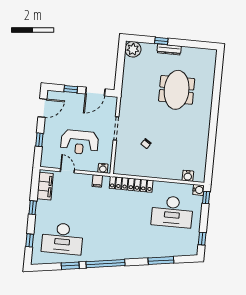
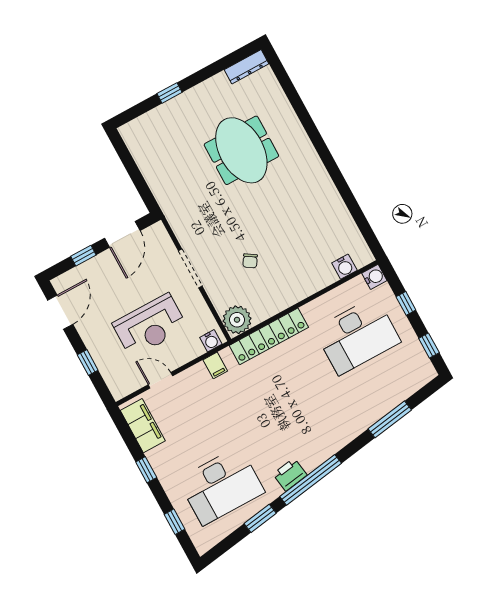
plant: (133, 49) -> (237, 320), moved
dresser: (169, 49) -> (247, 67), moved
window: (206, 198) -> (406, 303), moved
printer: (98, 255) -> (290, 475), added

